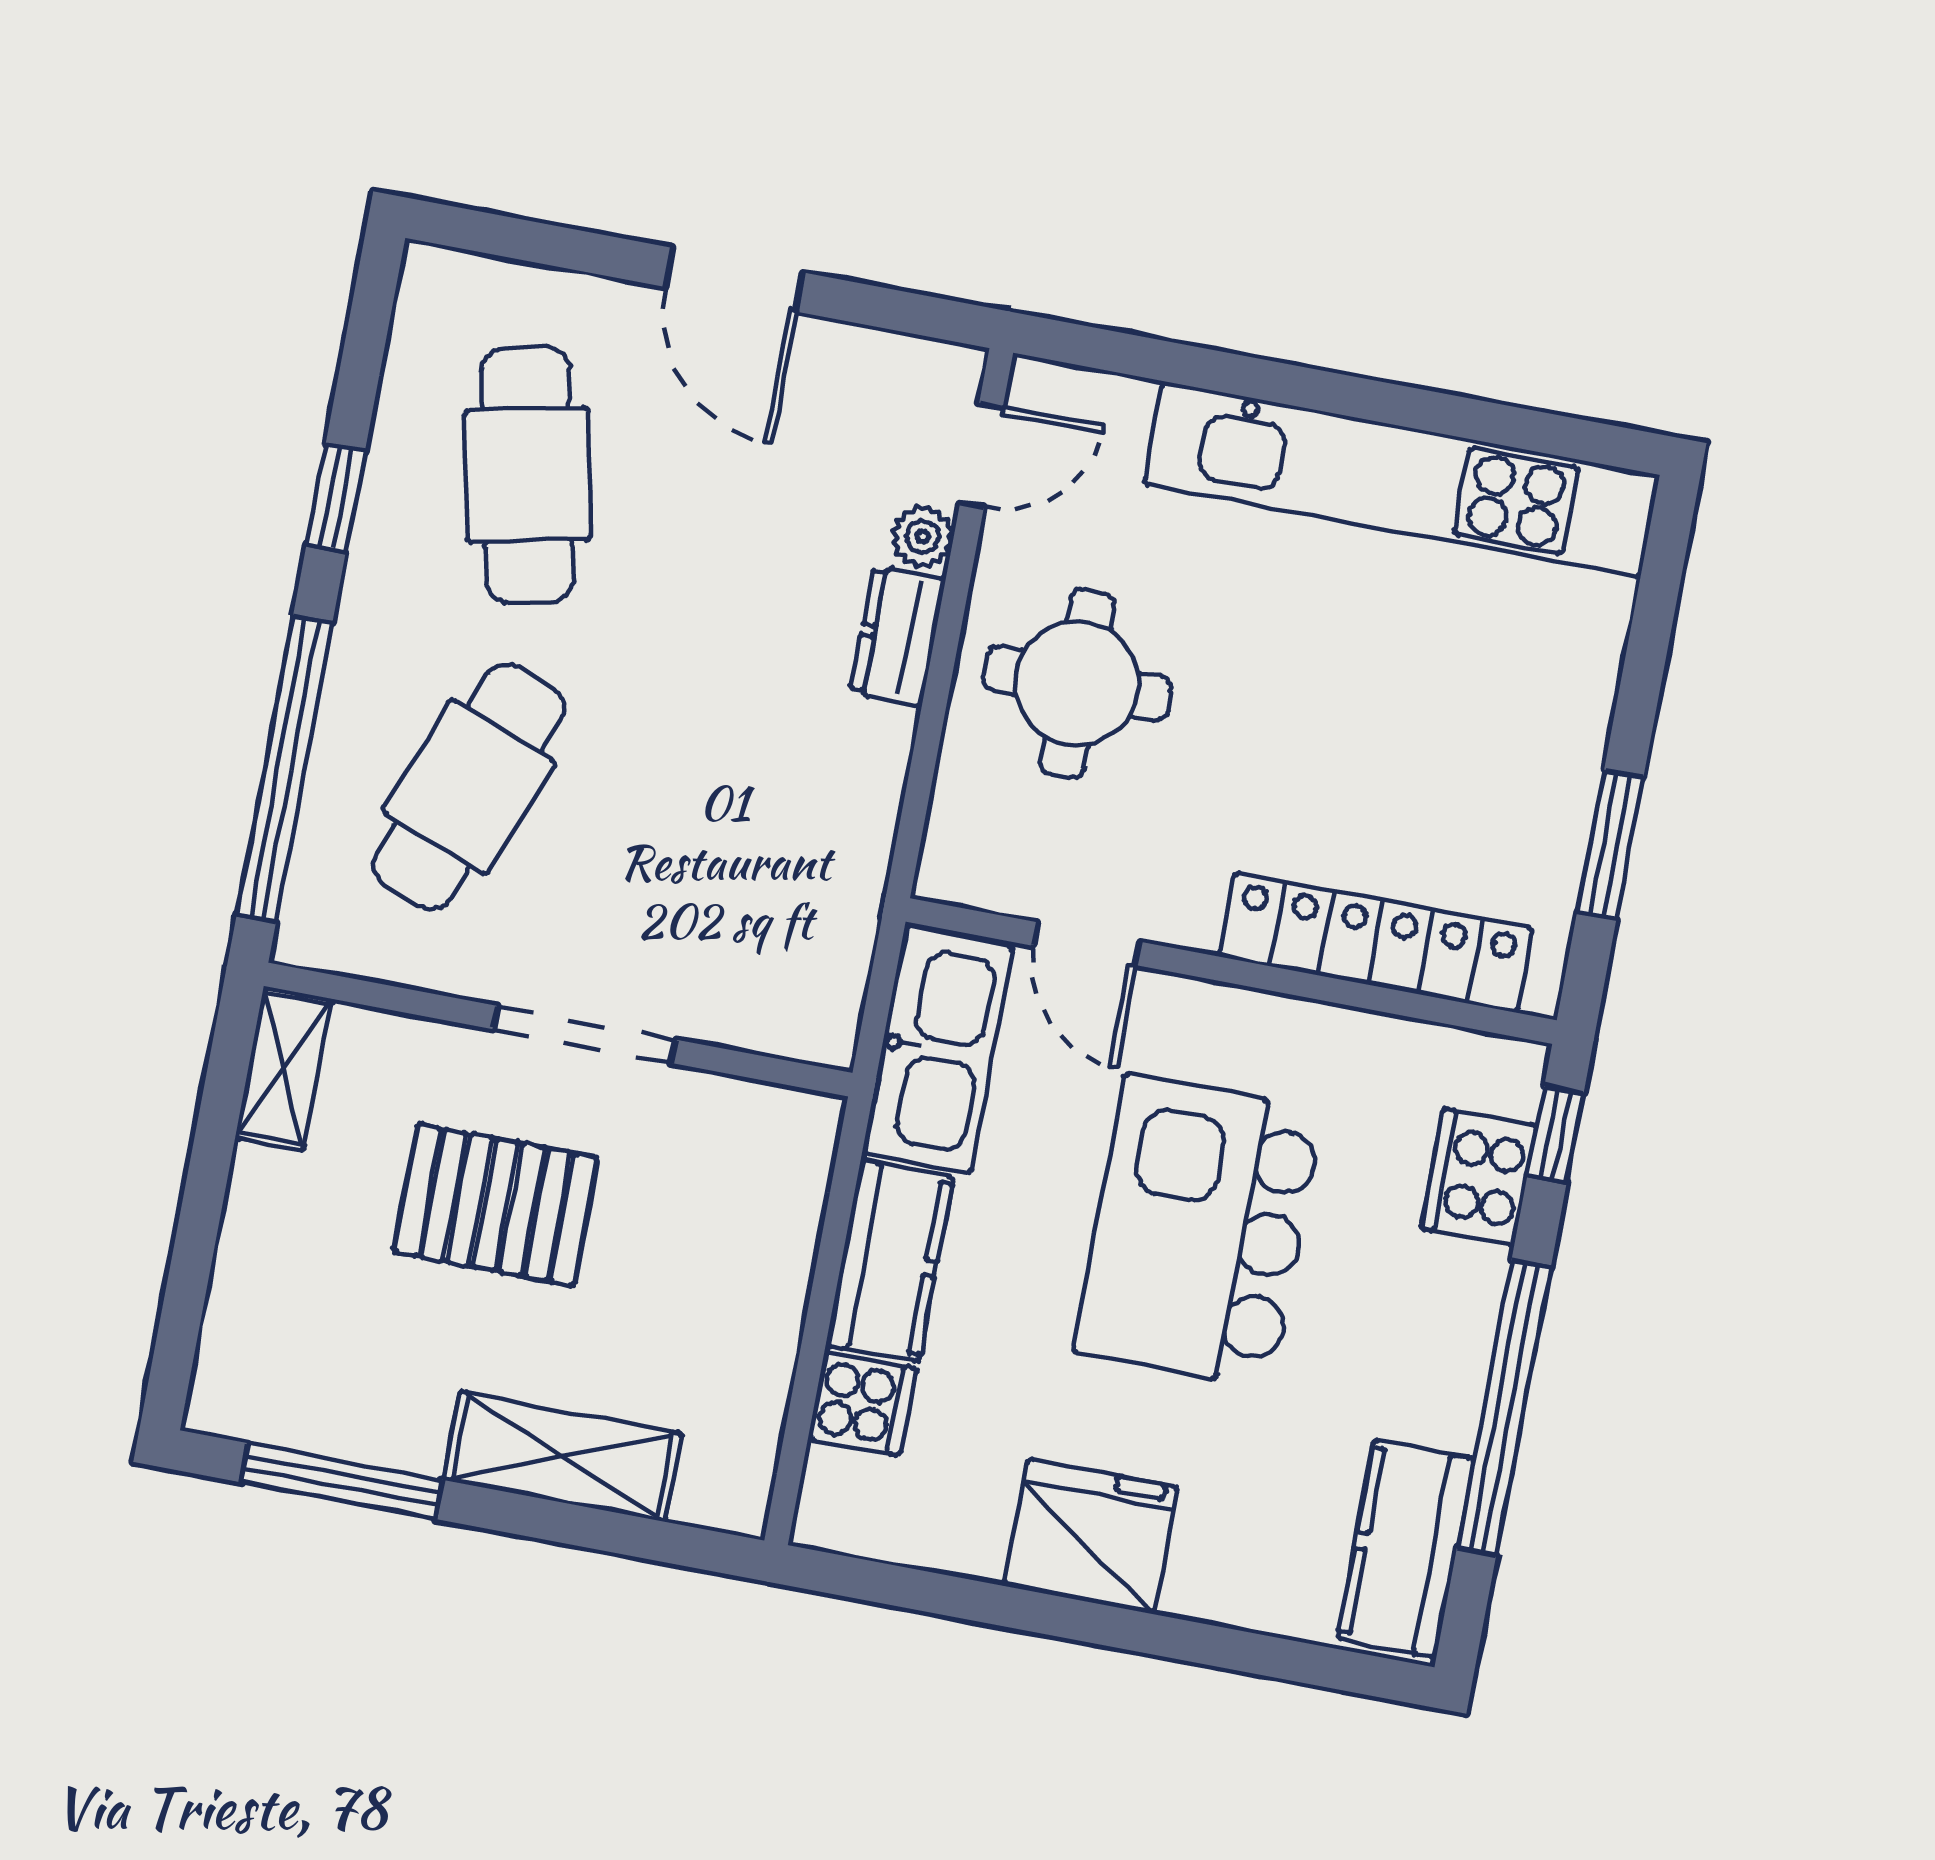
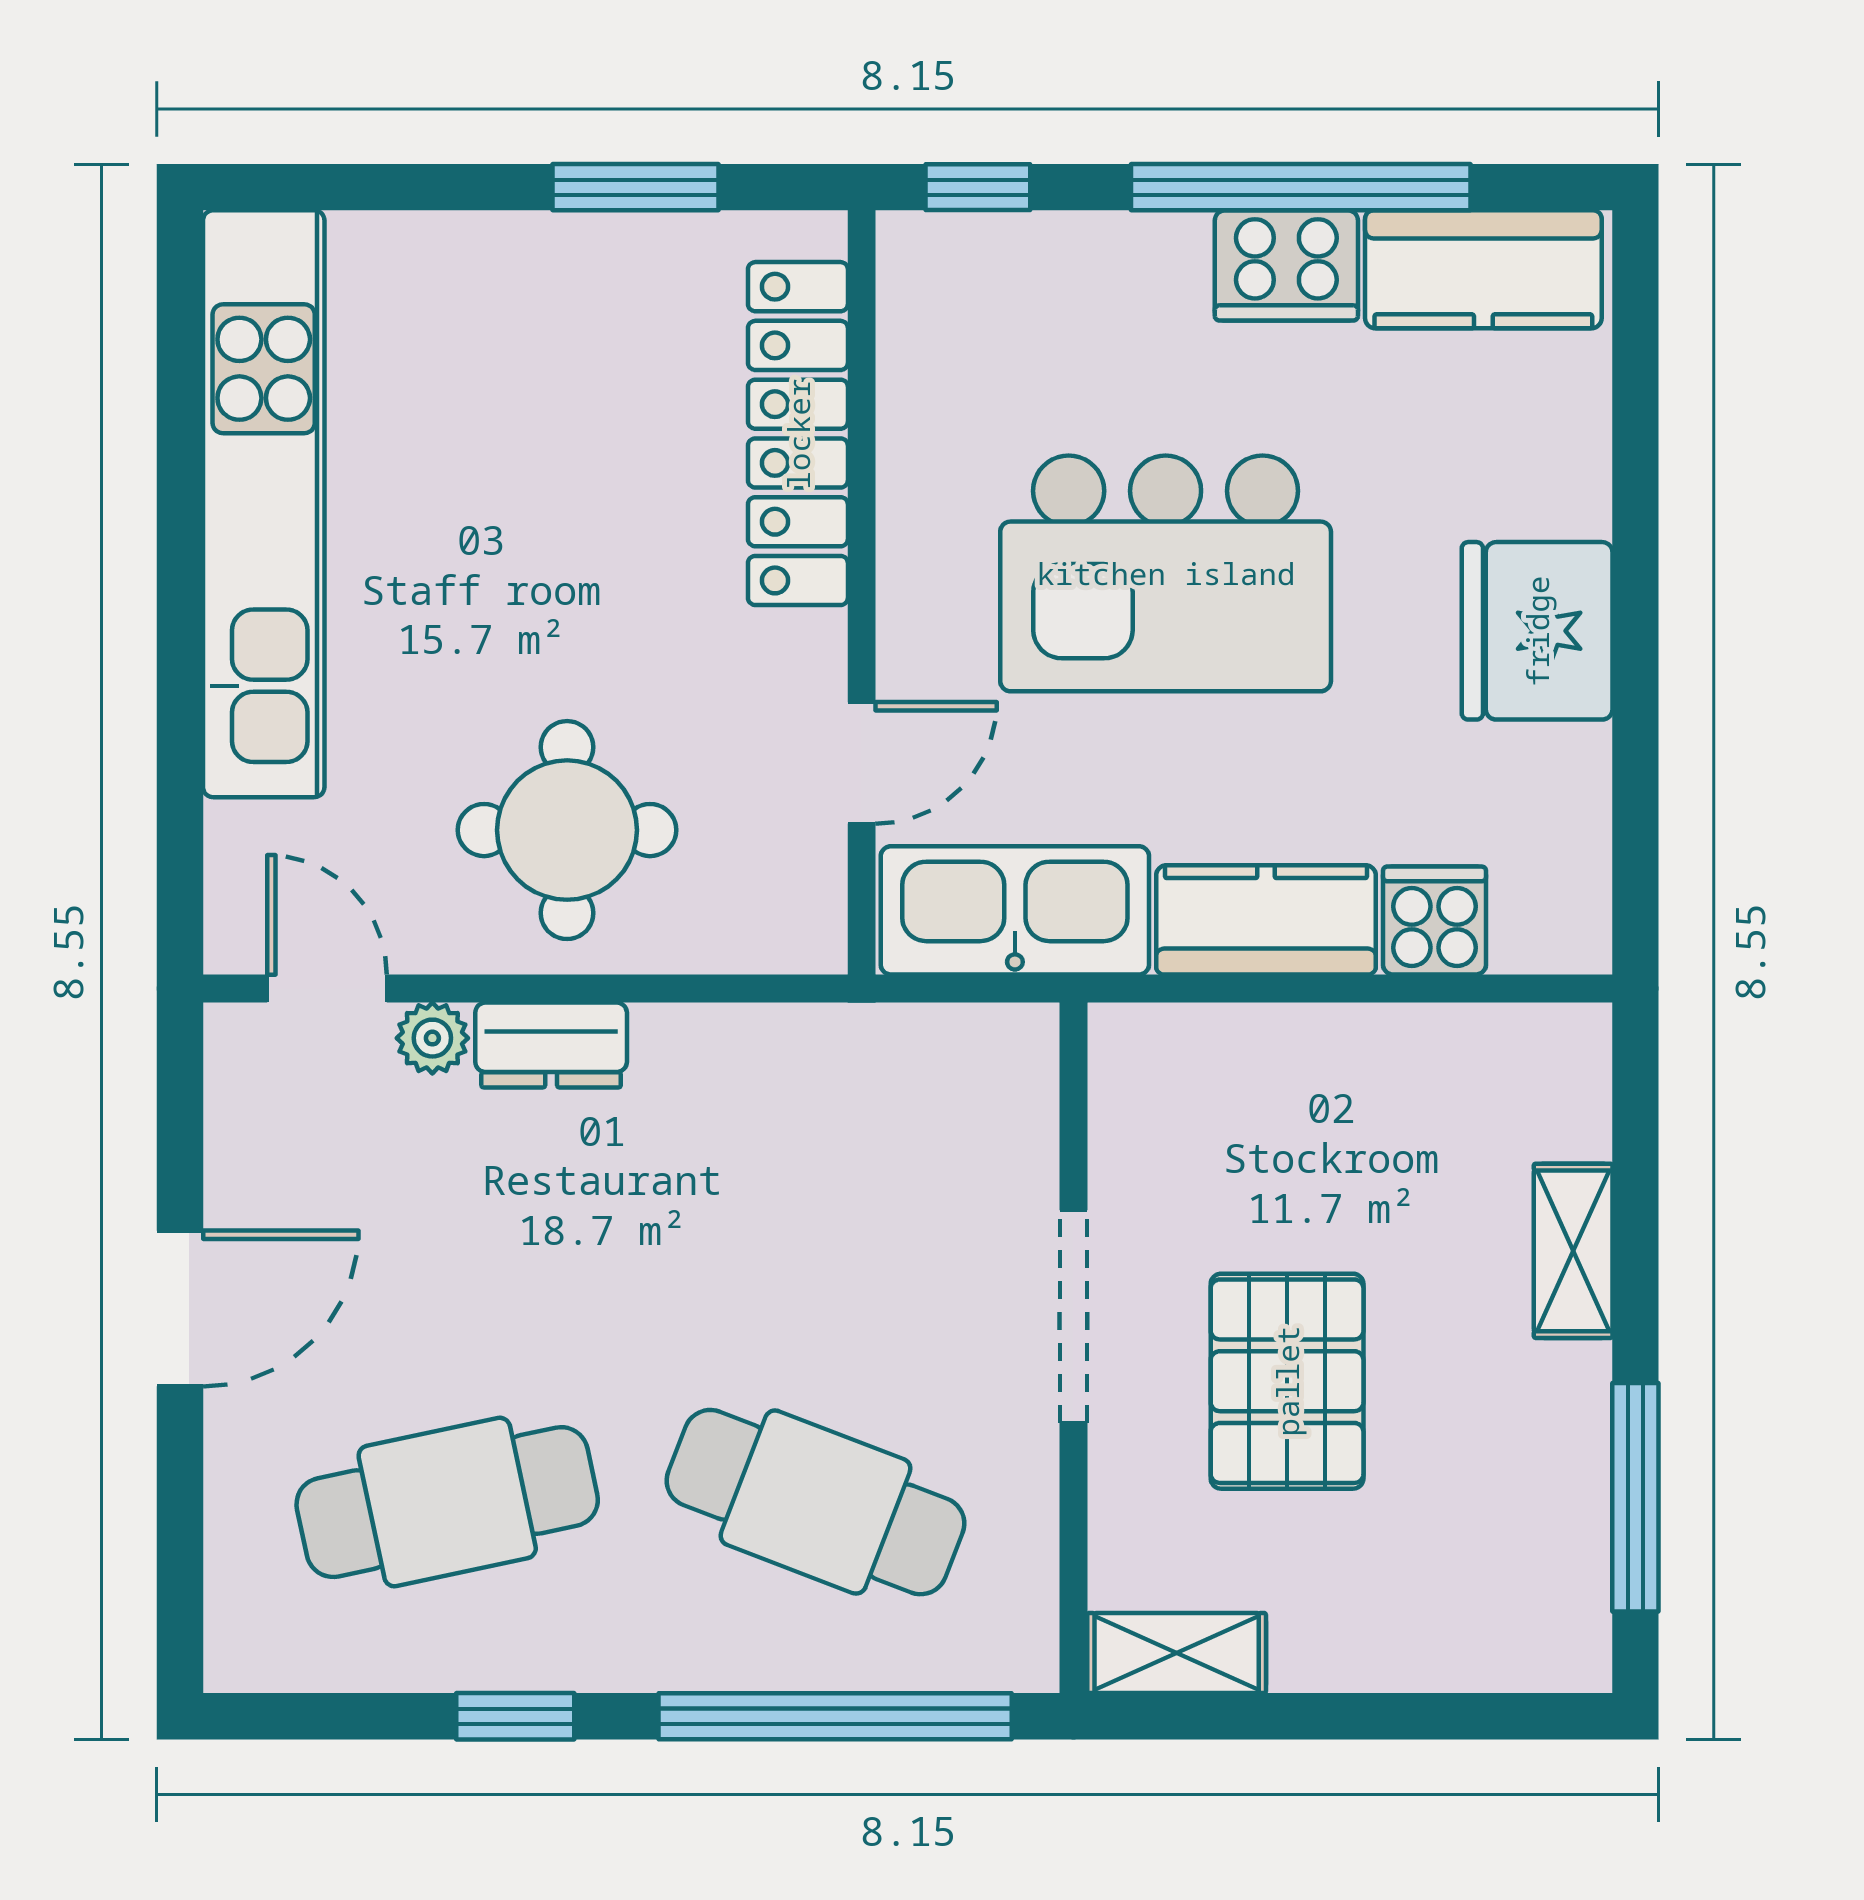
cooker: (1479, 1177) -> (1286, 265), moved
shelving: (562, 1457) -> (1573, 1251), width x0.67, depth x0.75

